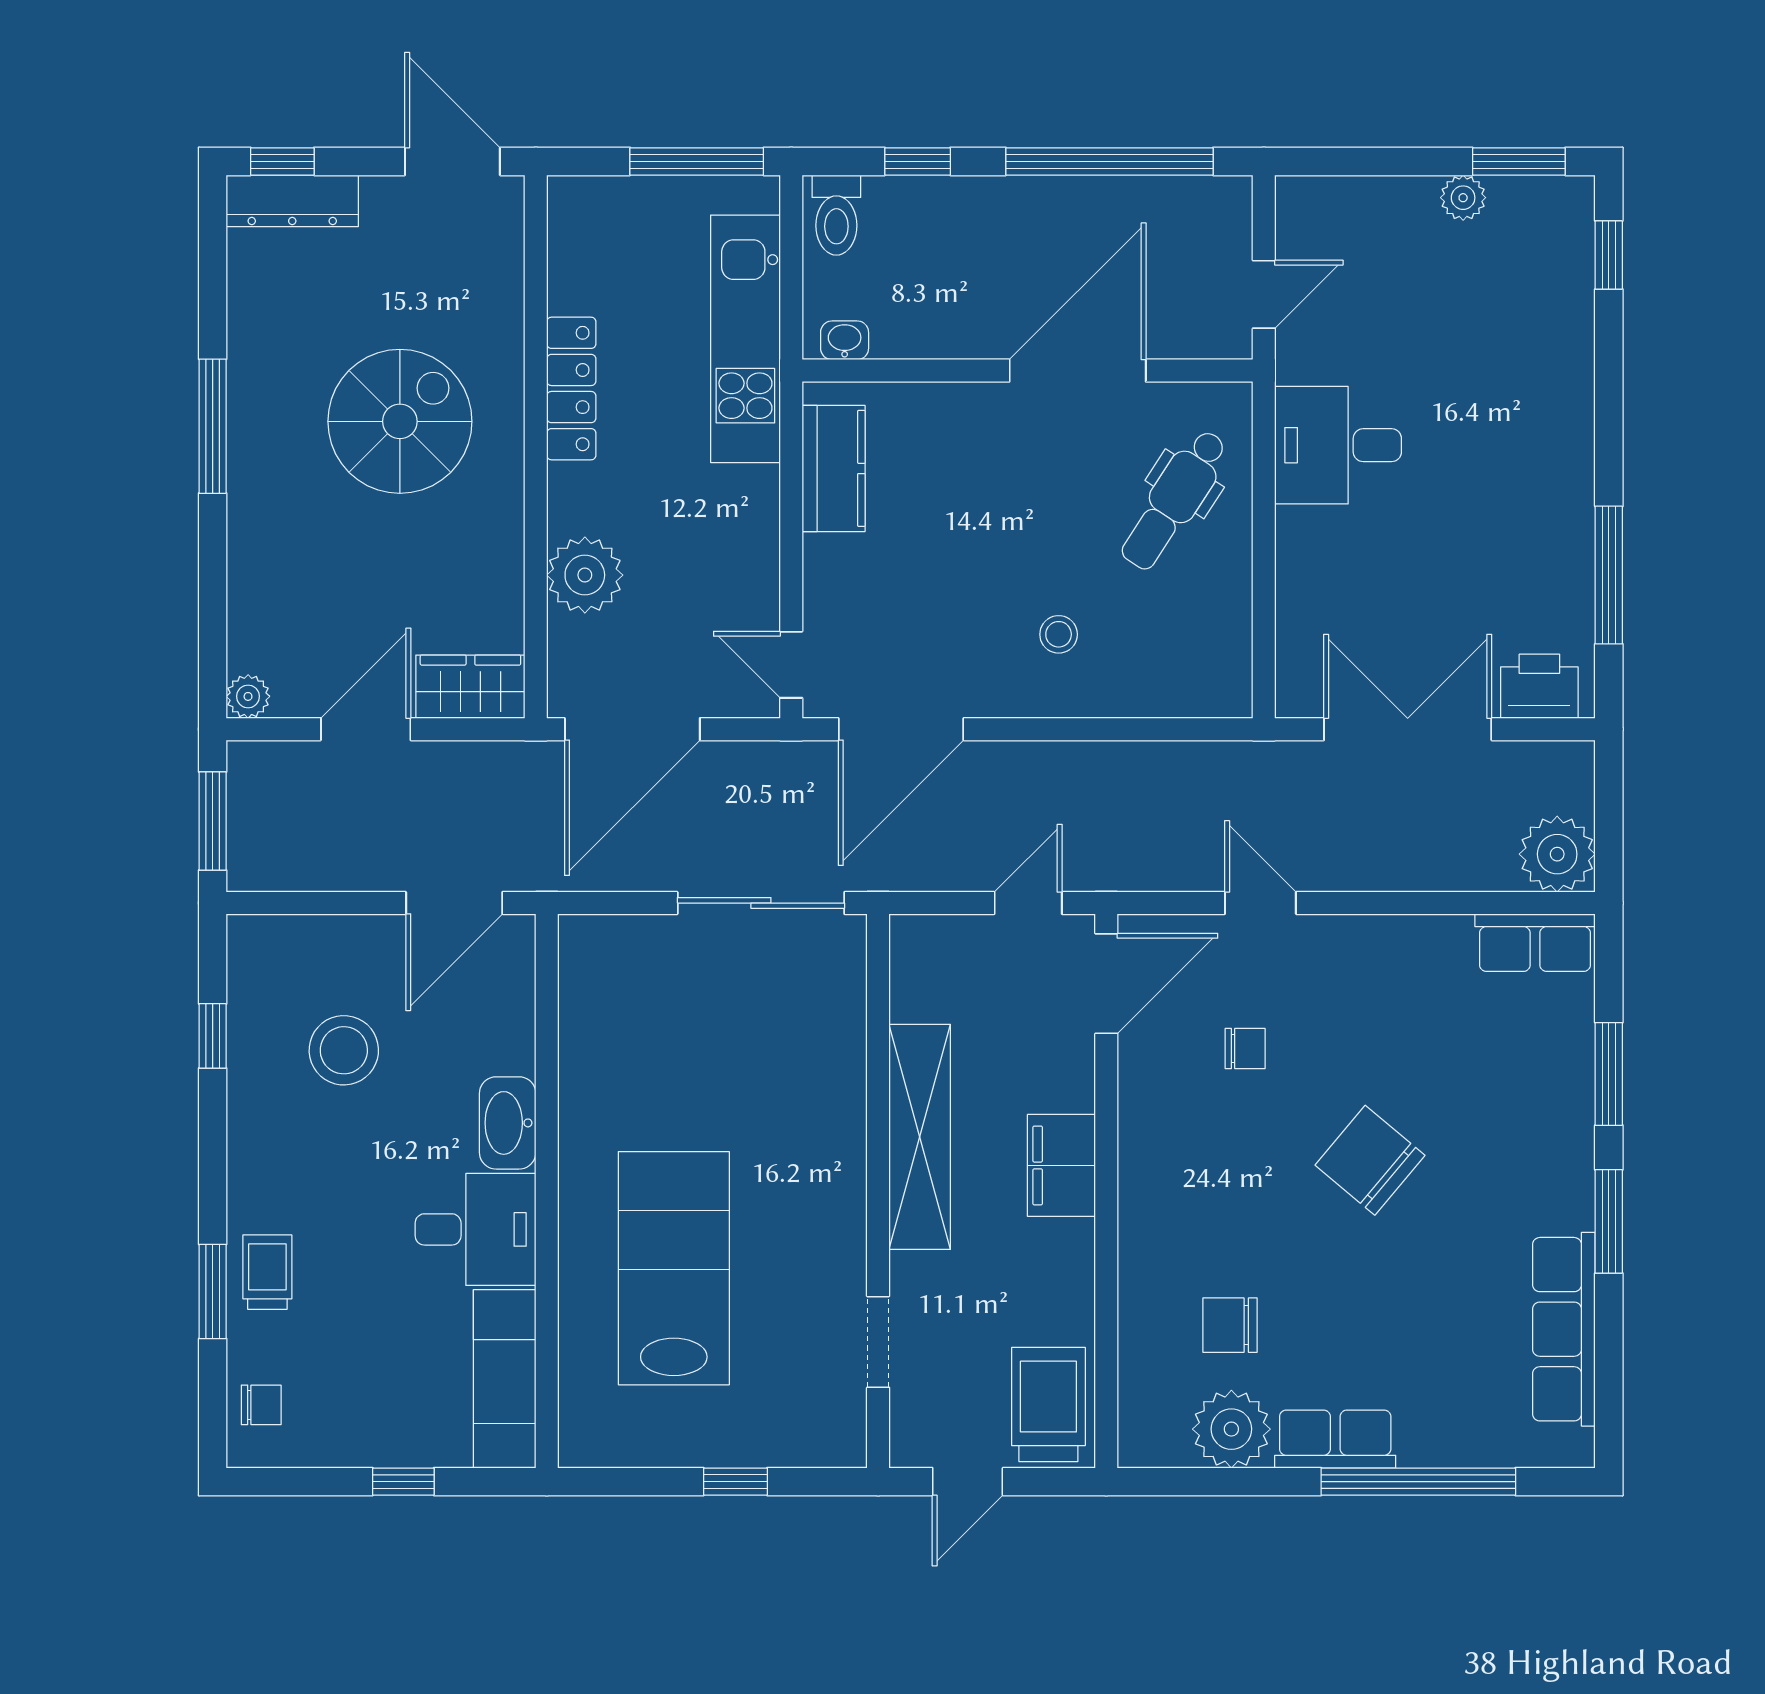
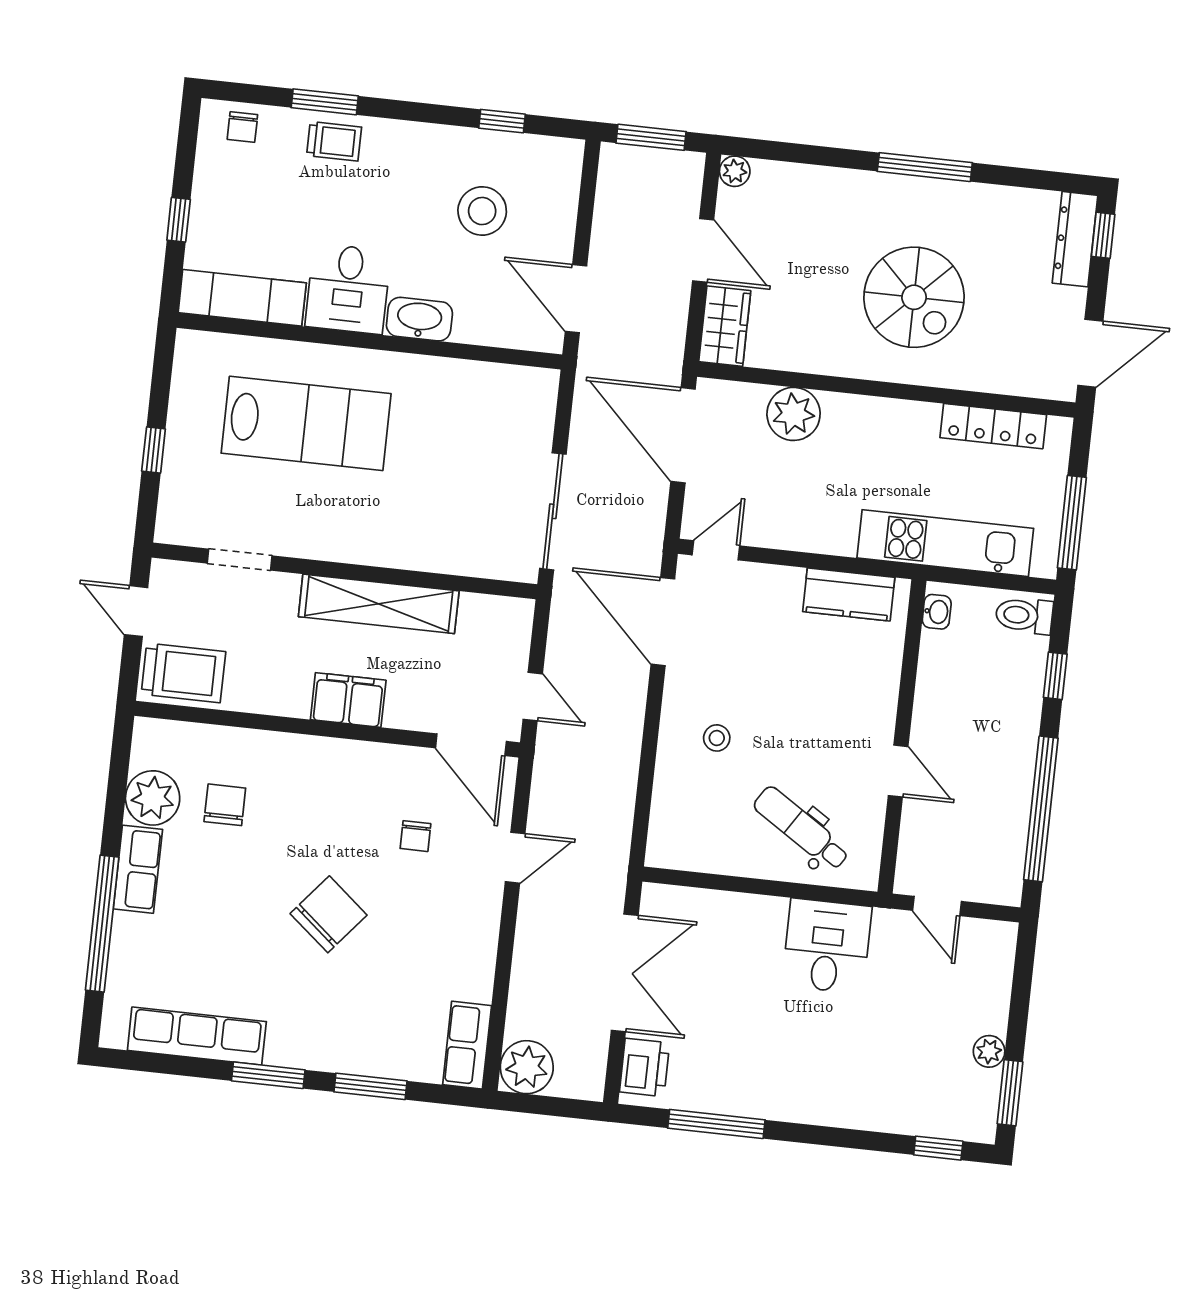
door: (1078, 371) -> (898, 771), width x0.53
locker: (571, 389) -> (993, 426), moved

